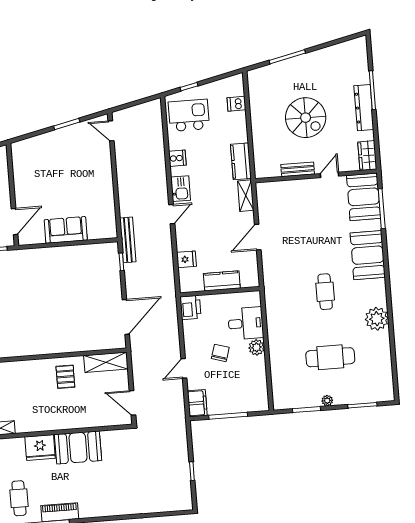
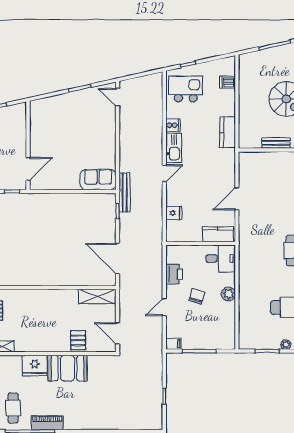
kitchen sink: (181, 189) -> (174, 148), width x1.38
shelving: (246, 196) -> (229, 162), removed
sofa: (66, 230) -> (98, 180), moved
kitchen counter: (222, 281) -> (218, 234), moved
printer: (191, 307) -> (174, 274), moved
door: (126, 317) -> (118, 259), swing flipped
desk: (246, 323) -> (221, 258), moved
pallet: (65, 377) -> (78, 340), moved
filing cabinet: (197, 403) -> (173, 344), width x0.50

